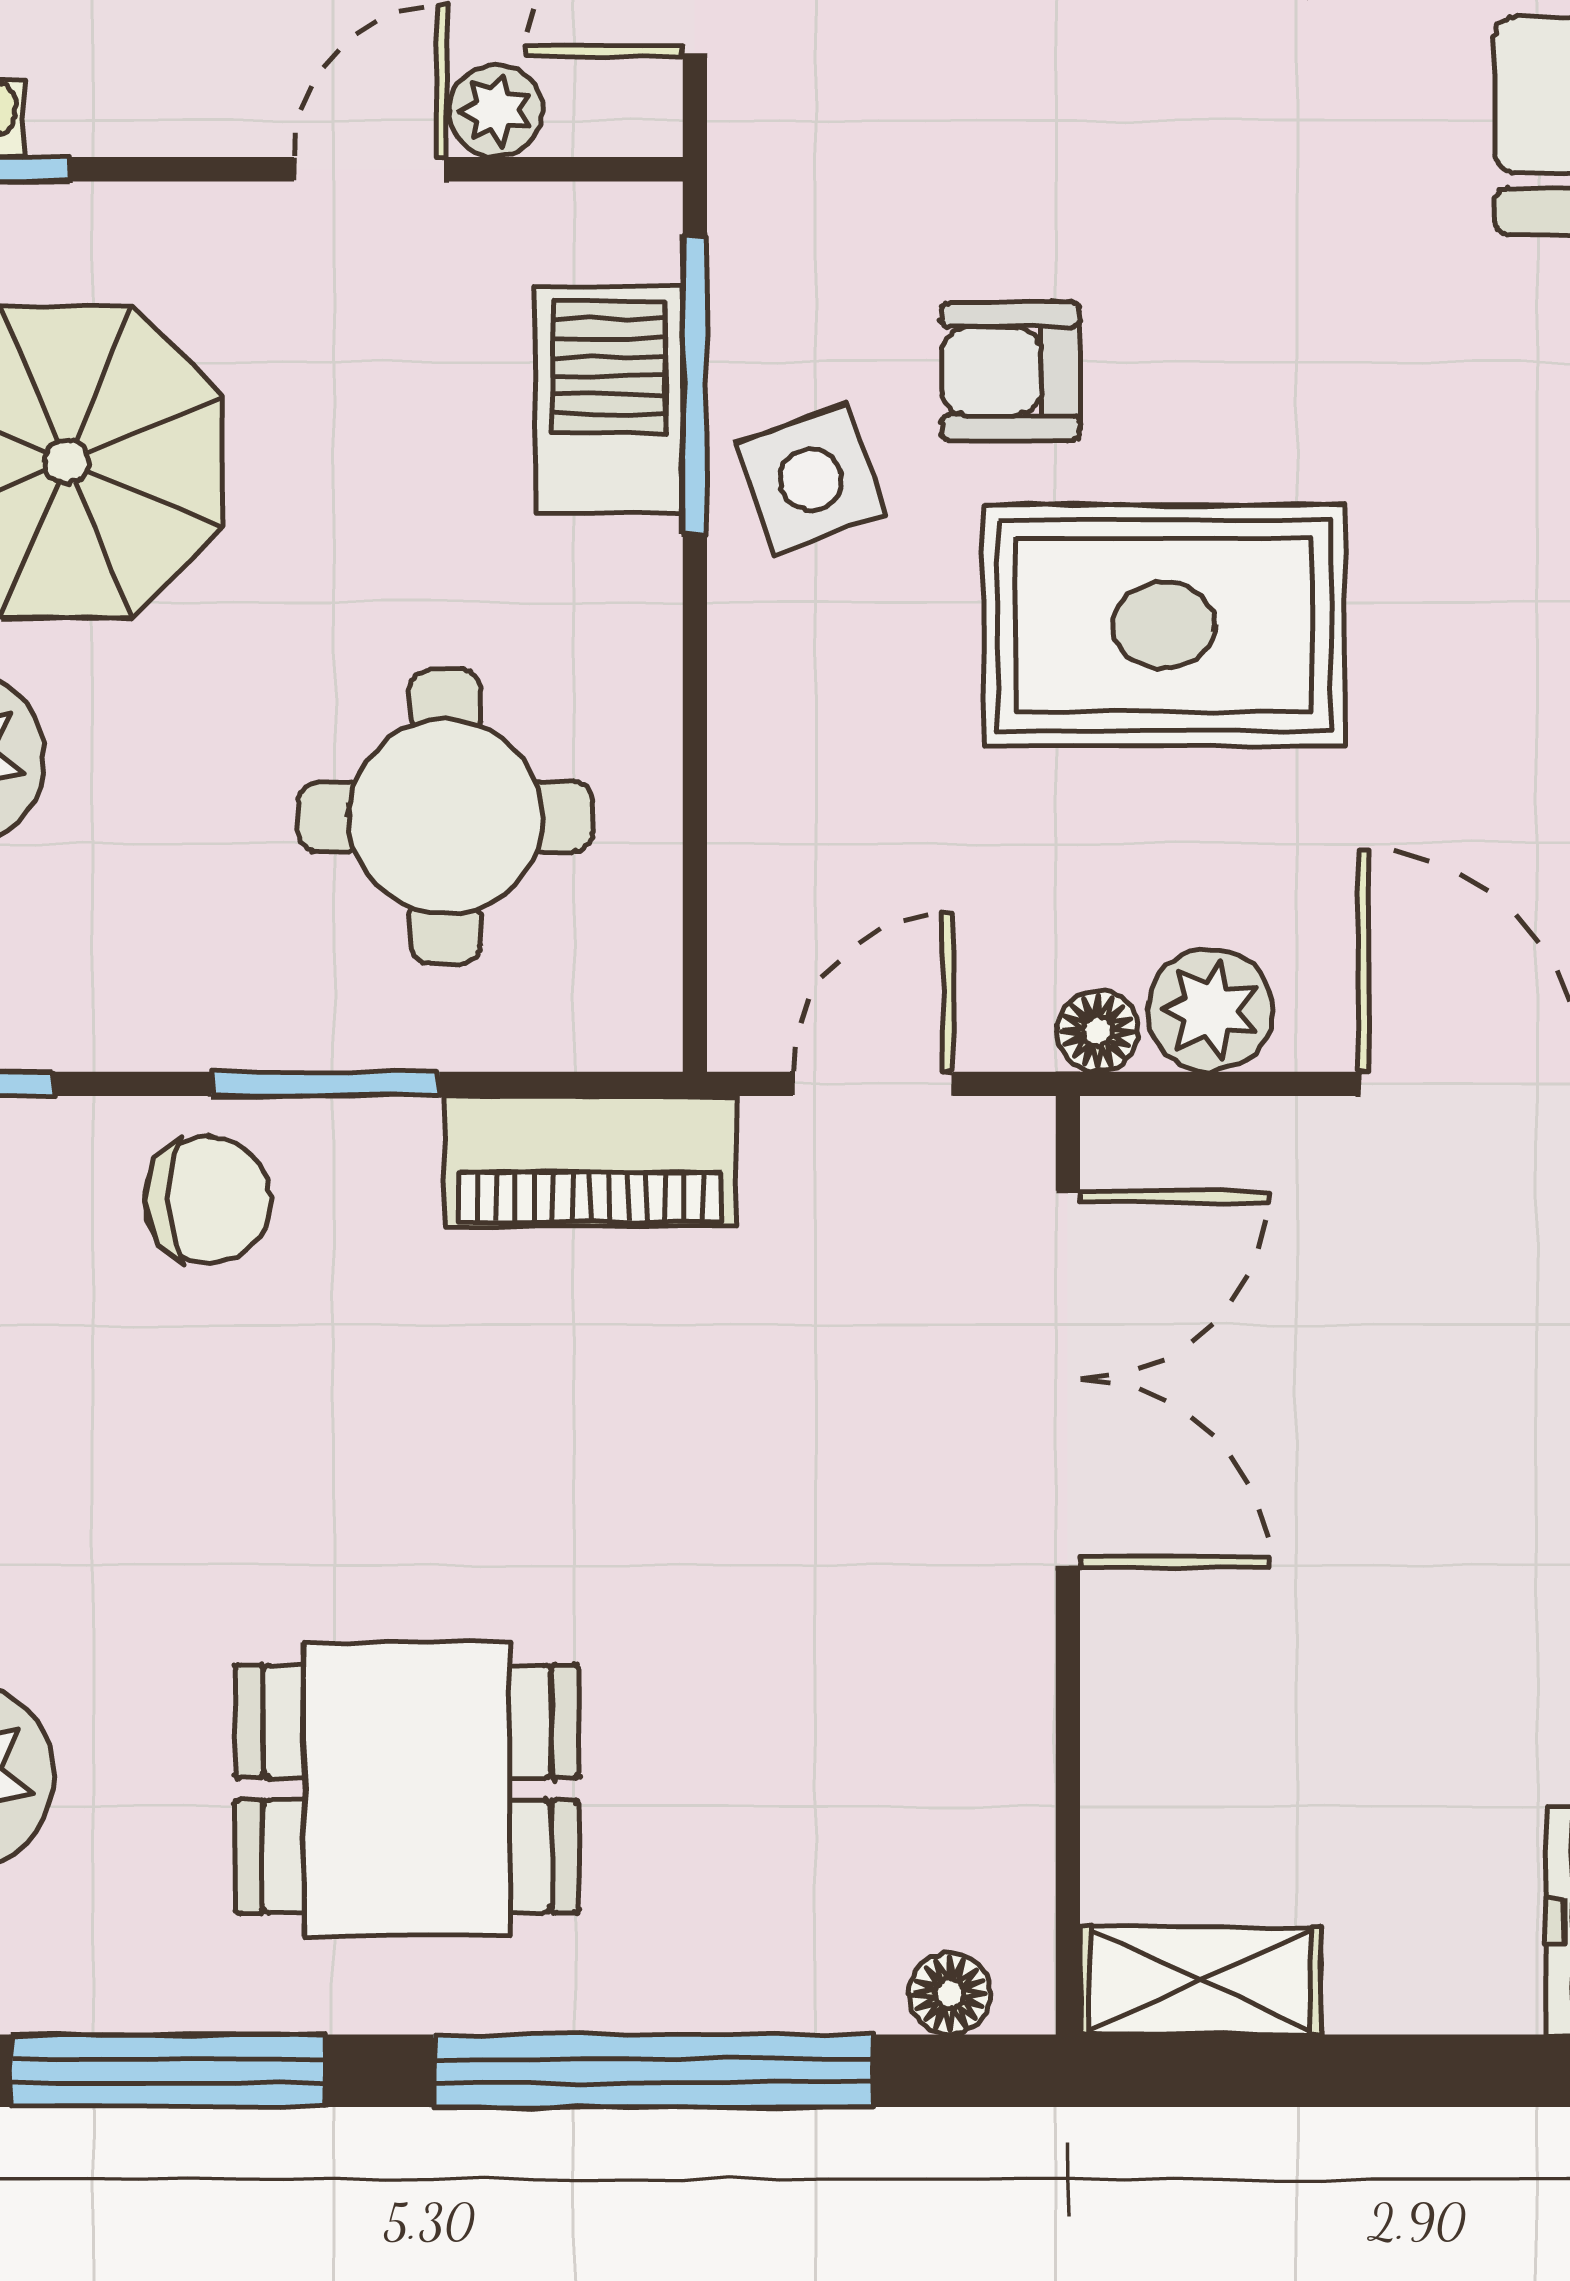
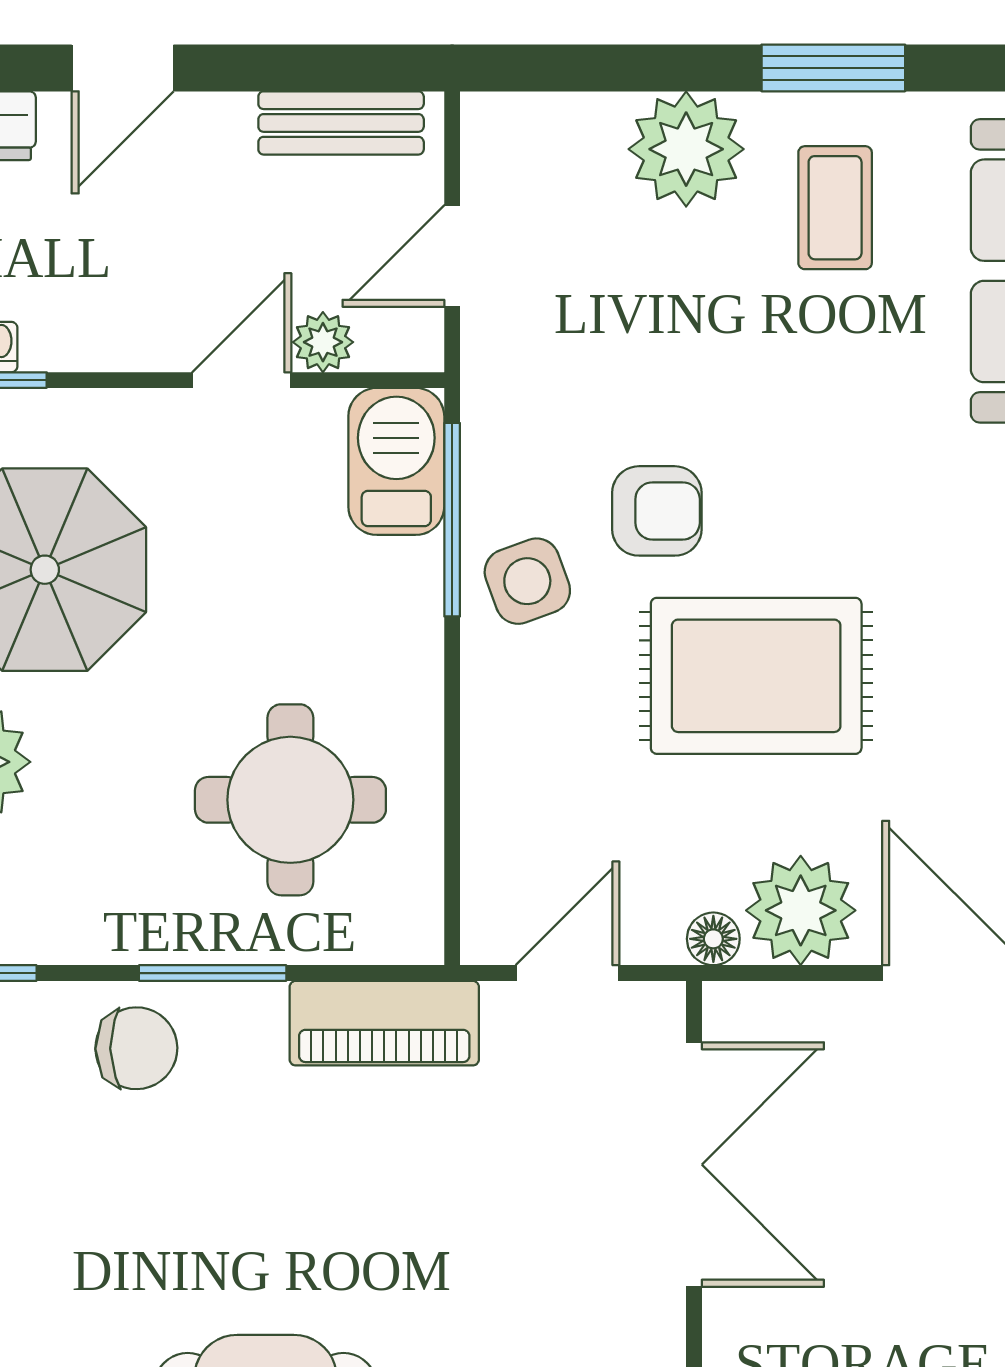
armchair: (1011, 371) -> (657, 511), turned 180
barbecue: (609, 400) -> (396, 461), moved
plant: (1210, 1010) -> (801, 910), width x1.36, depth x1.36

